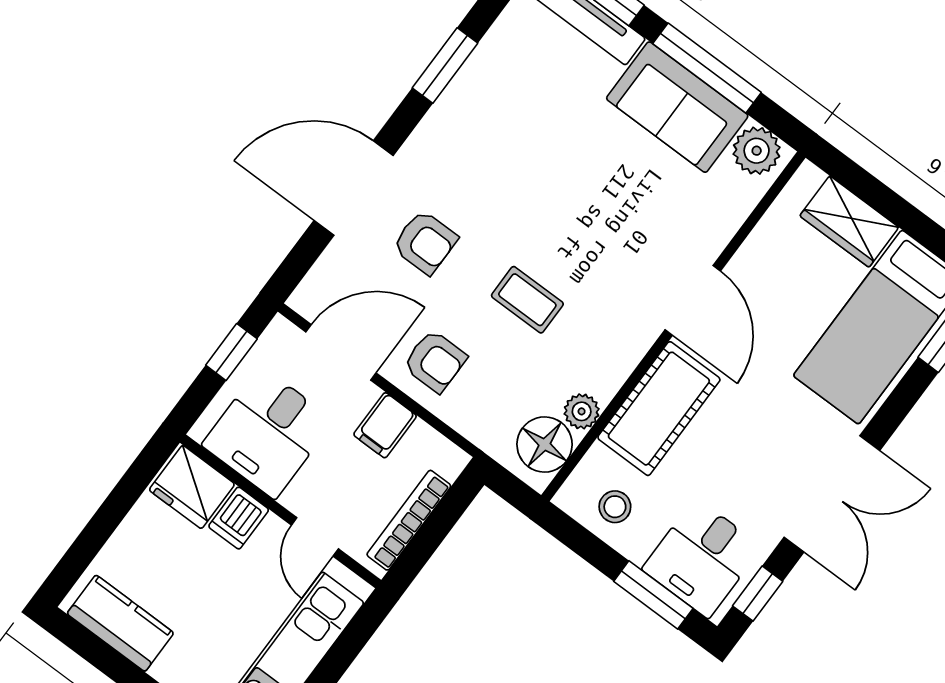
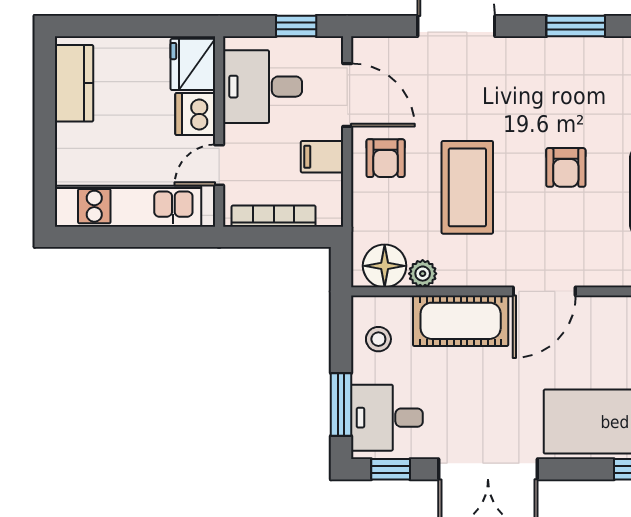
armchair: (425, 242) -> (566, 167), moved
coffee table: (527, 300) -> (467, 187), width x1.86, depth x1.72
dishwasher: (239, 518) -> (195, 114), width x1.38

